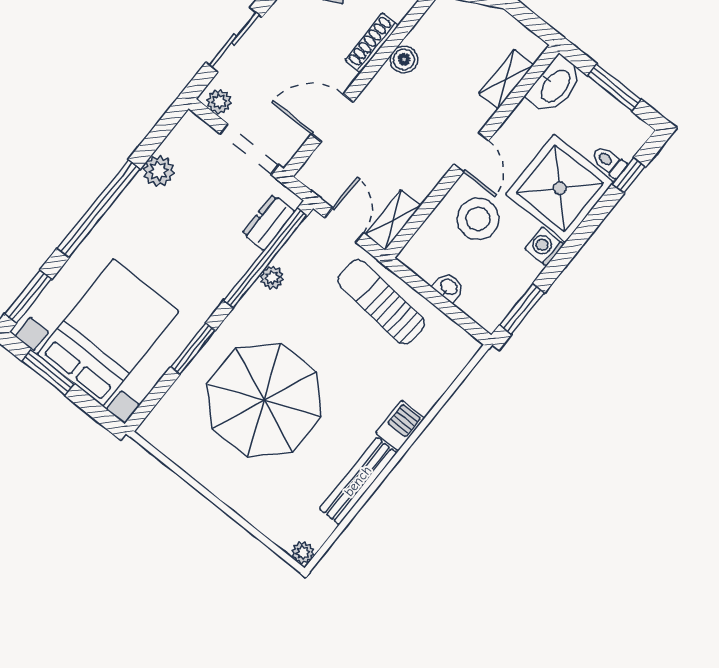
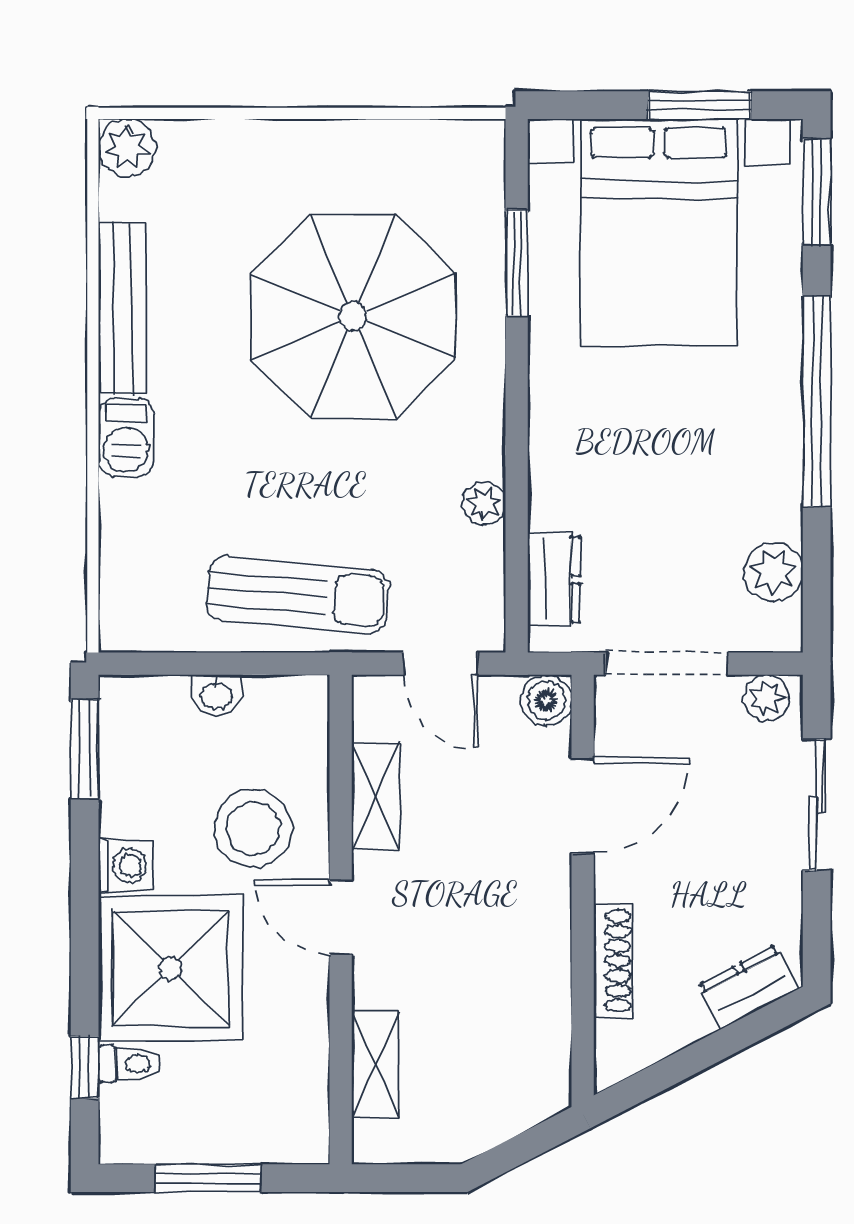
boiler: (404, 60) -> (547, 701), moved
washbasin: (555, 85) -> (298, 1112), removed
plant: (159, 171) -> (773, 572), moved
shelving: (393, 220) -> (376, 796), moved
window: (266, 258) -> (517, 524), removed
window: (193, 349) -> (517, 263), moved
plant: (303, 553) -> (127, 147), width x1.38, depth x1.38

